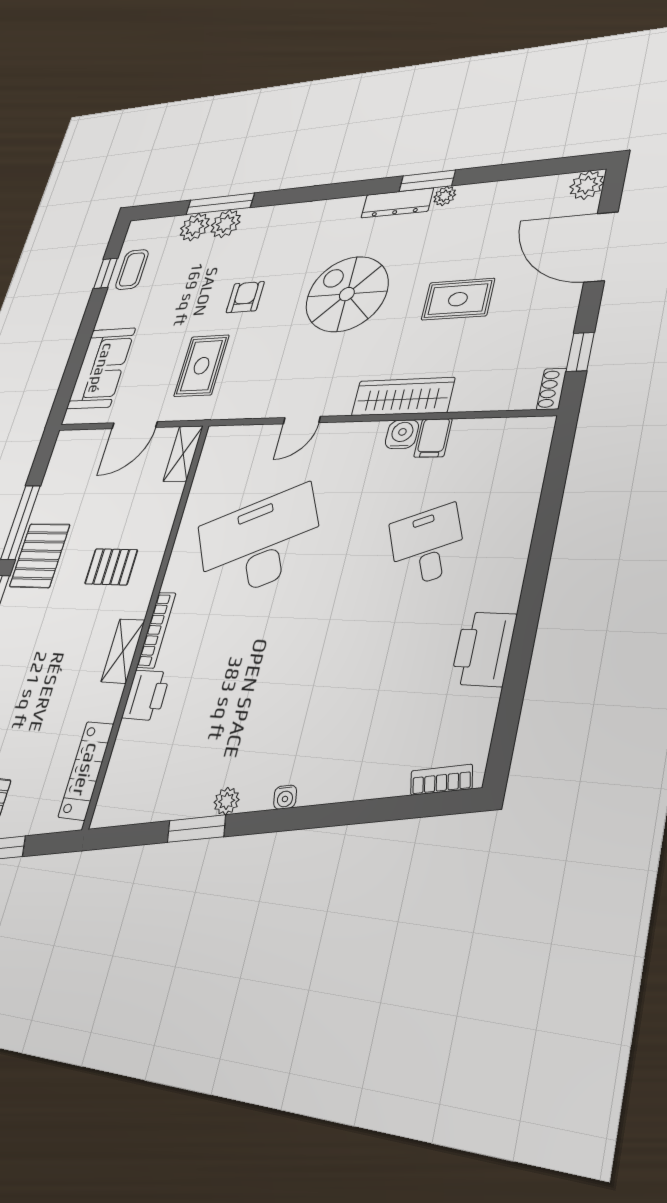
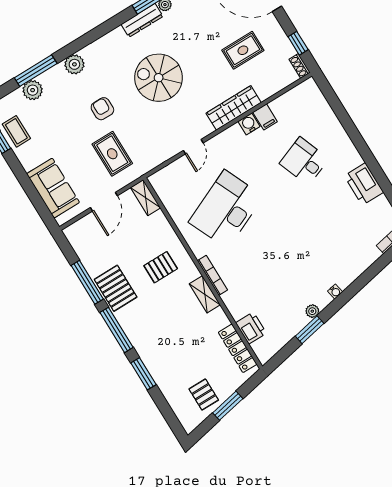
plant: (226, 224) -> (74, 64), moved
rug: (458, 299) -> (243, 50), moved
printer: (146, 695) -> (251, 328), moved

